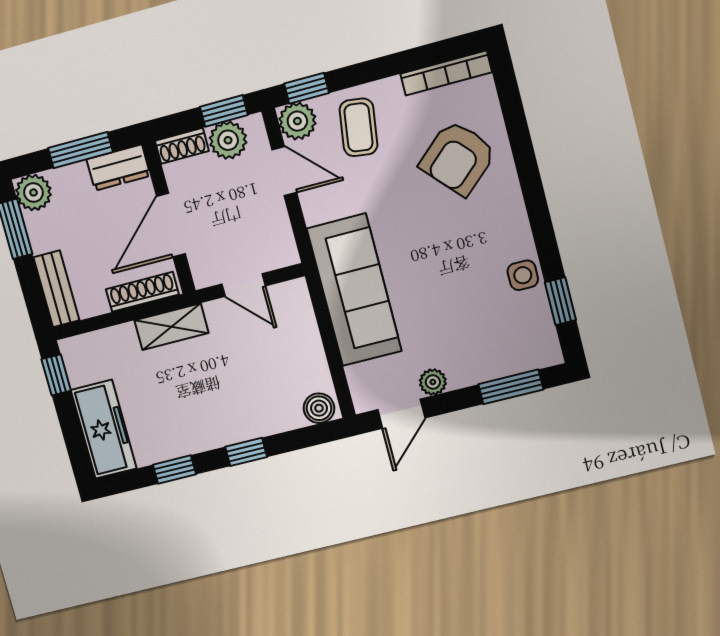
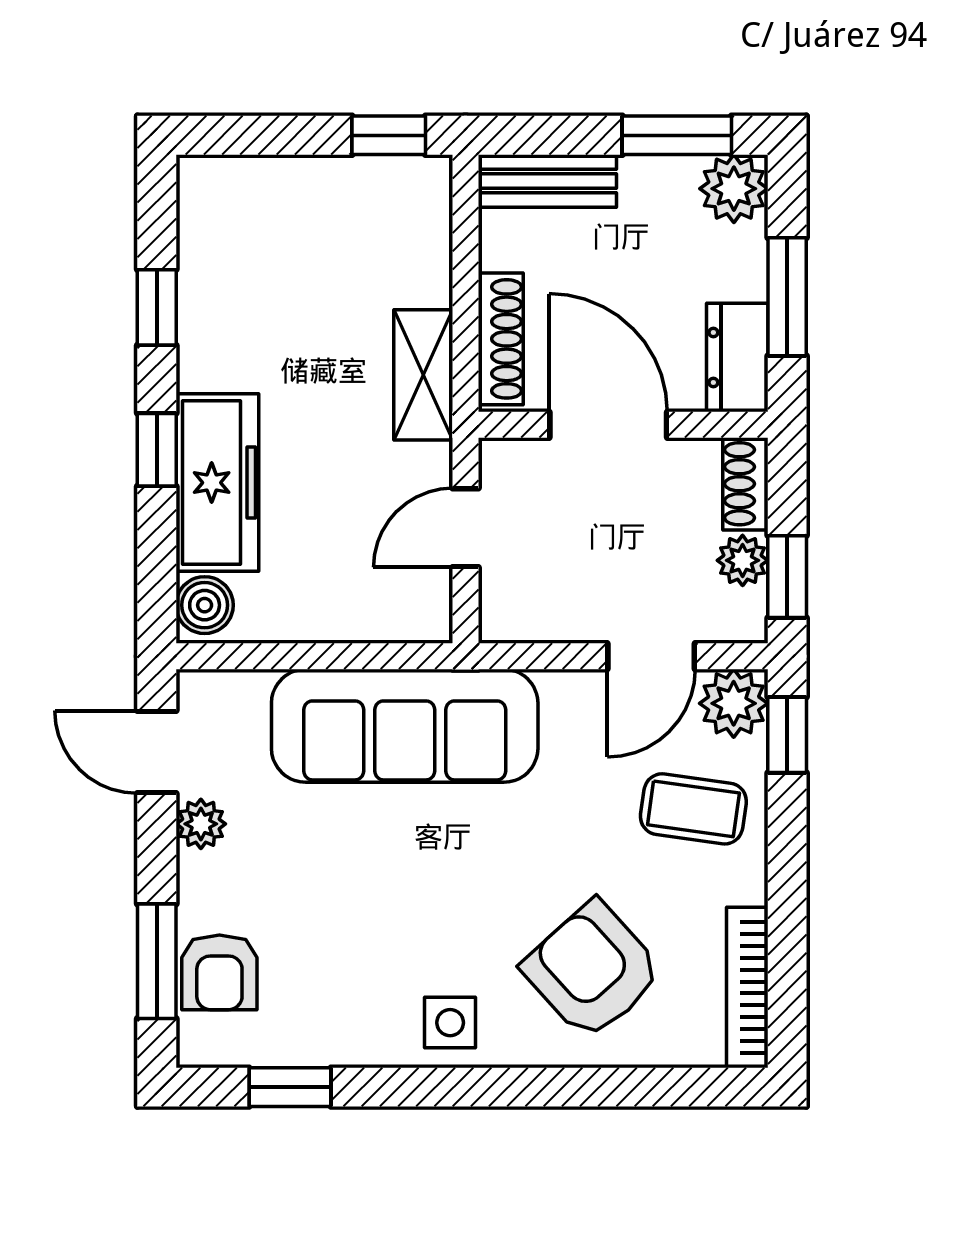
plant: (228, 140) -> (743, 560), width x0.73, depth x0.73
side table: (523, 275) -> (450, 1023), moved
armchair: (508, 353) -> (219, 972), added
freezer: (104, 429) -> (217, 483), moved, turned -90

